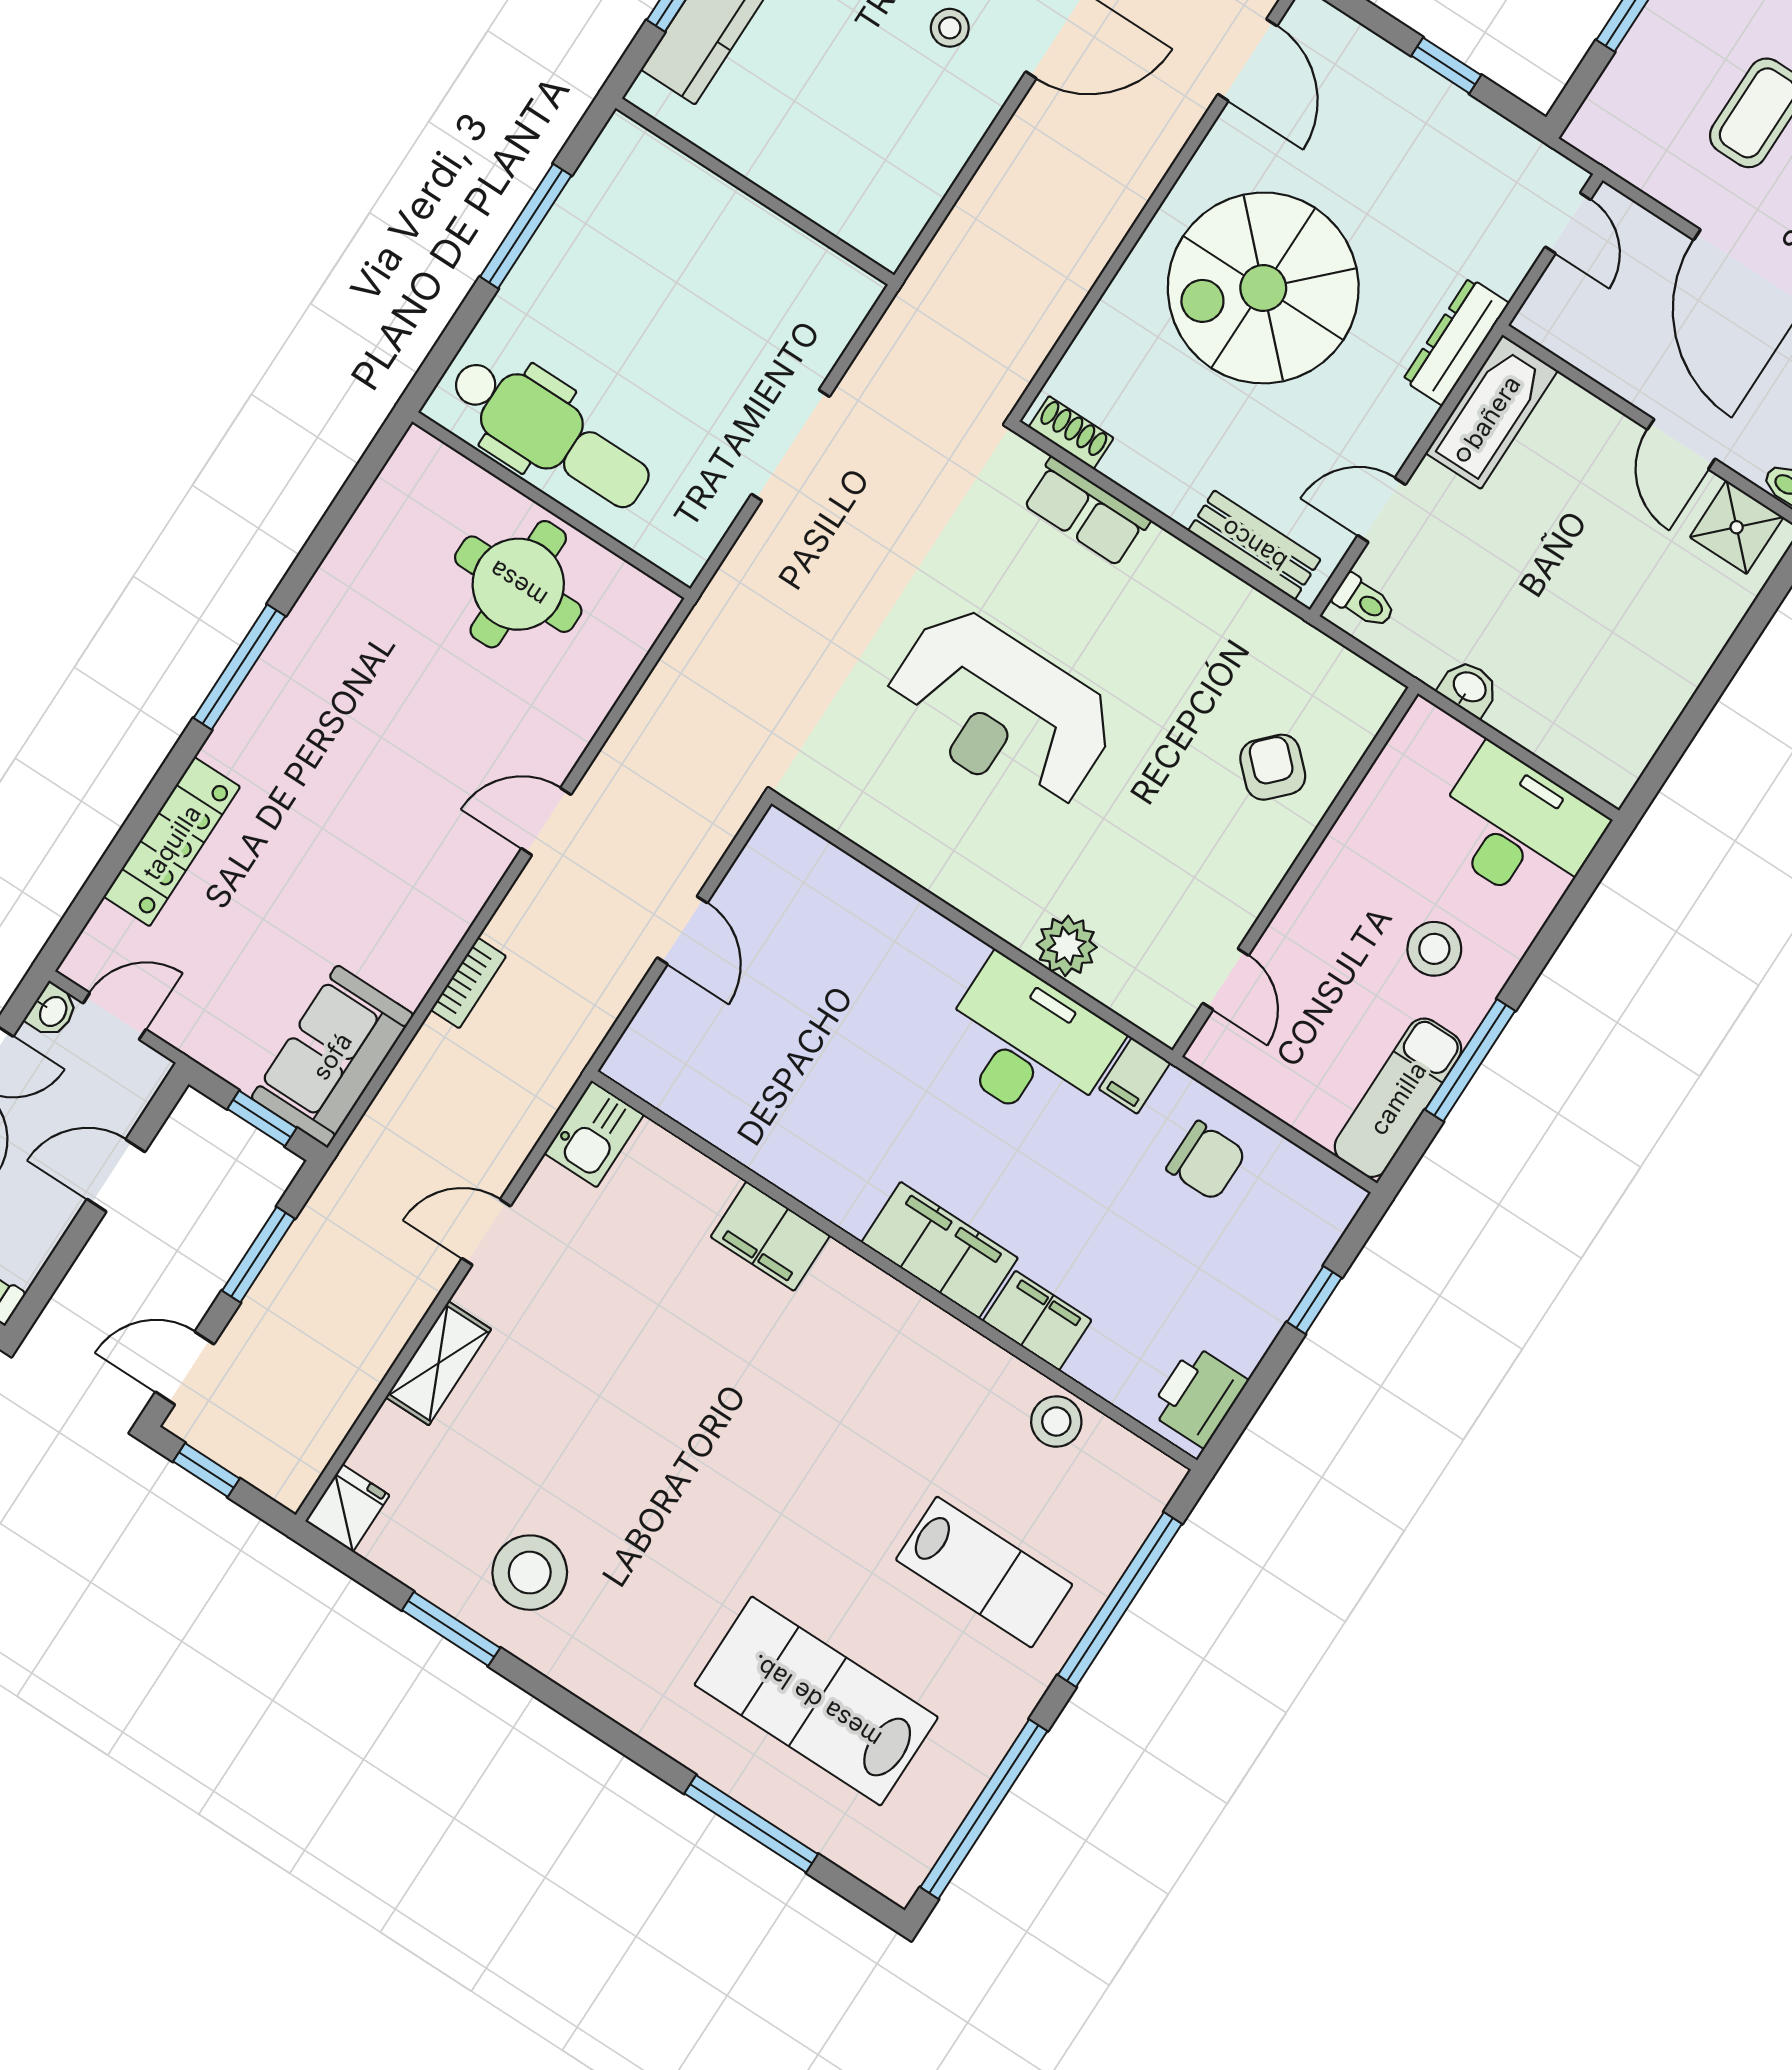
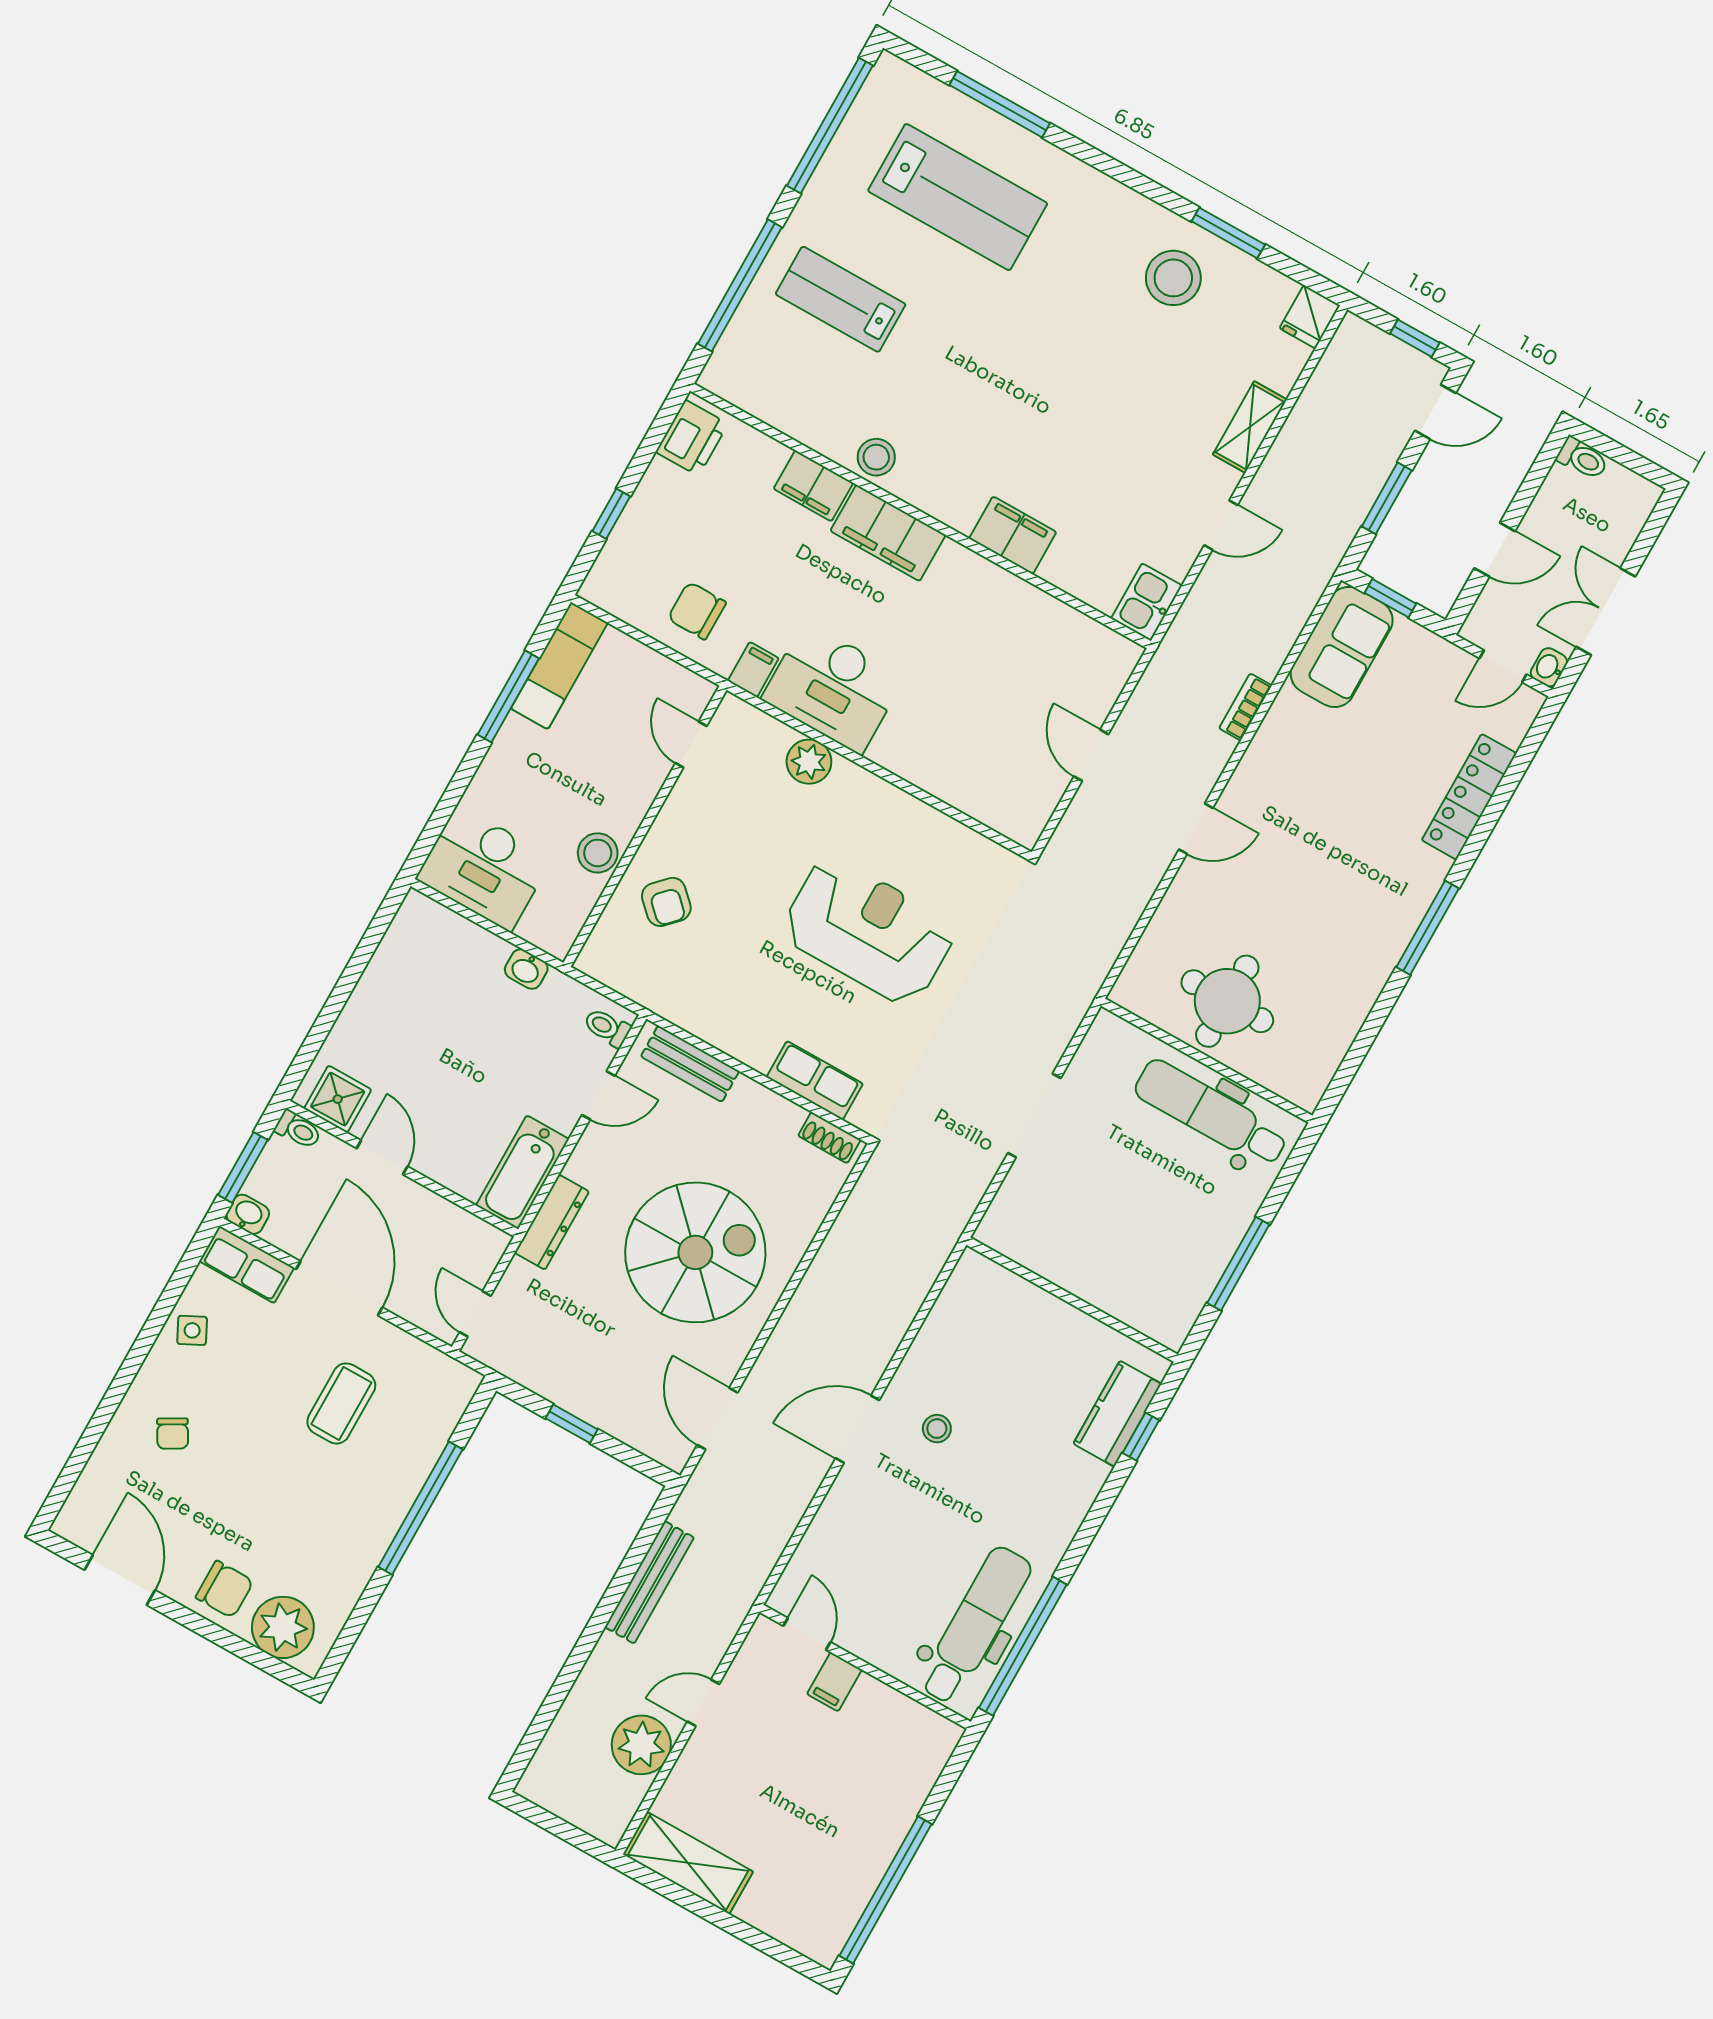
stool: (1434, 949) -> (598, 853), moved
stool: (1056, 1421) -> (876, 457), moved

